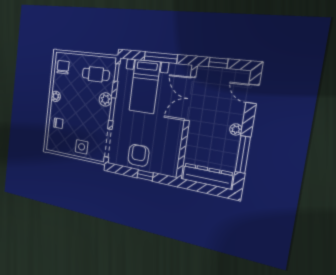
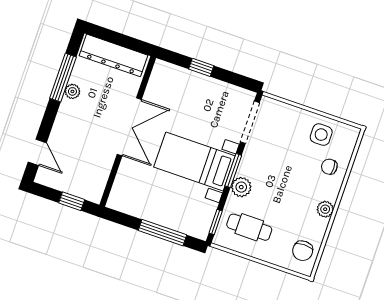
window: (161, 58) -> (162, 233), moved
bed with nightstands: (145, 86) -> (194, 161), moved, turned -90
double door: (190, 99) -> (129, 127), moved
plant: (236, 129) -> (72, 91), moved
side table: (82, 147) -> (321, 135), moved
armchair: (138, 155) -> (206, 97), removed

